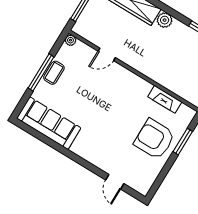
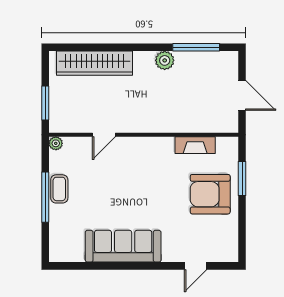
plant: (165, 20) -> (165, 60), moved
sofa: (49, 123) -> (123, 246), moved
door: (115, 182) -> (196, 266), hinge flipped

